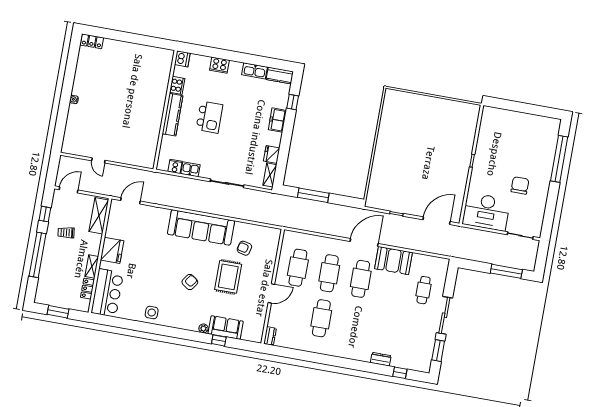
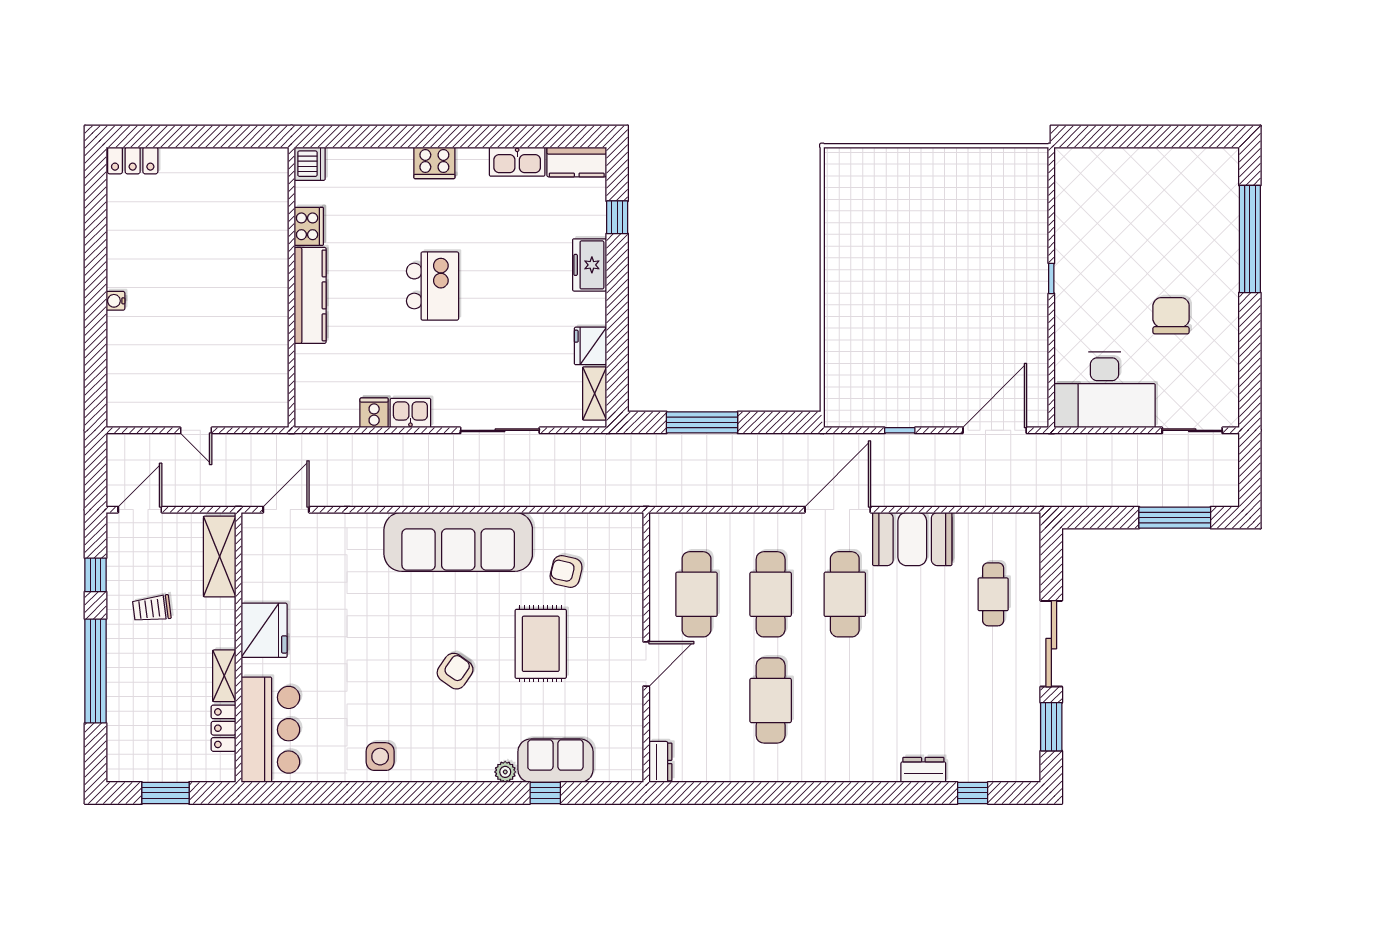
dishwasher: (182, 59) -> (310, 164), moved
cooker: (177, 85) -> (309, 226), moved
wall: (165, 110) -> (291, 287), moved
kitchen counter: (172, 115) -> (310, 295), moved

